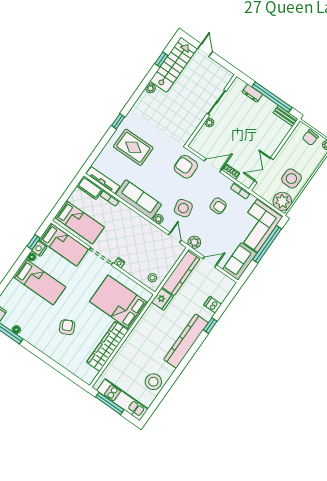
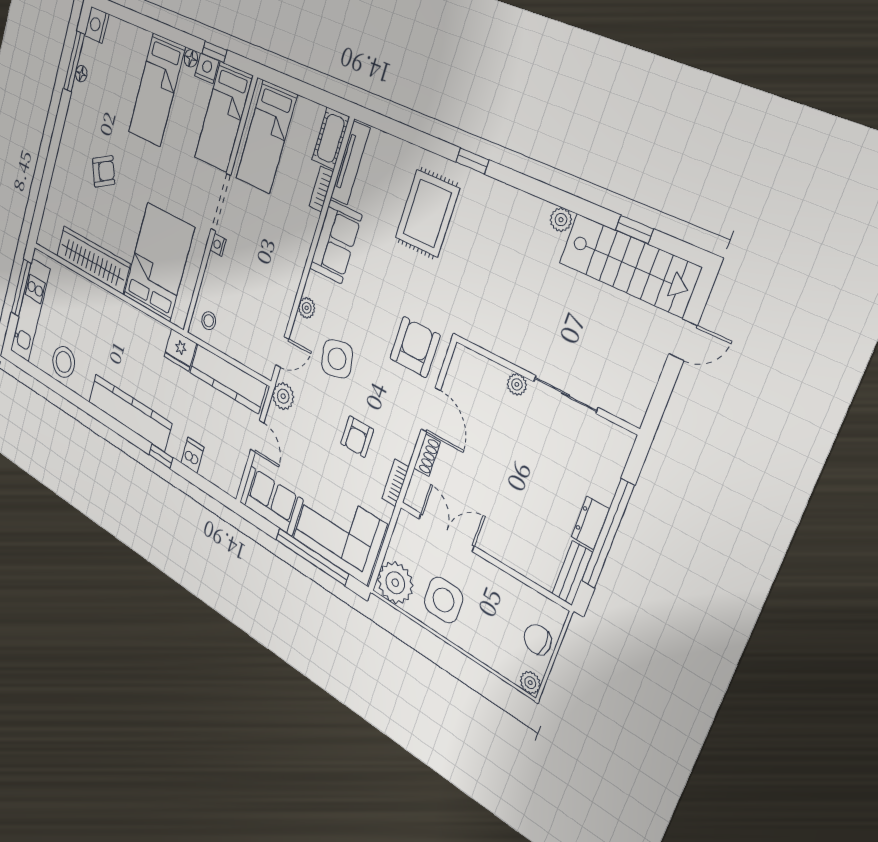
dresser: (252, 93) -> (590, 523), moved
sofa: (139, 199) -> (336, 242), width x0.73

